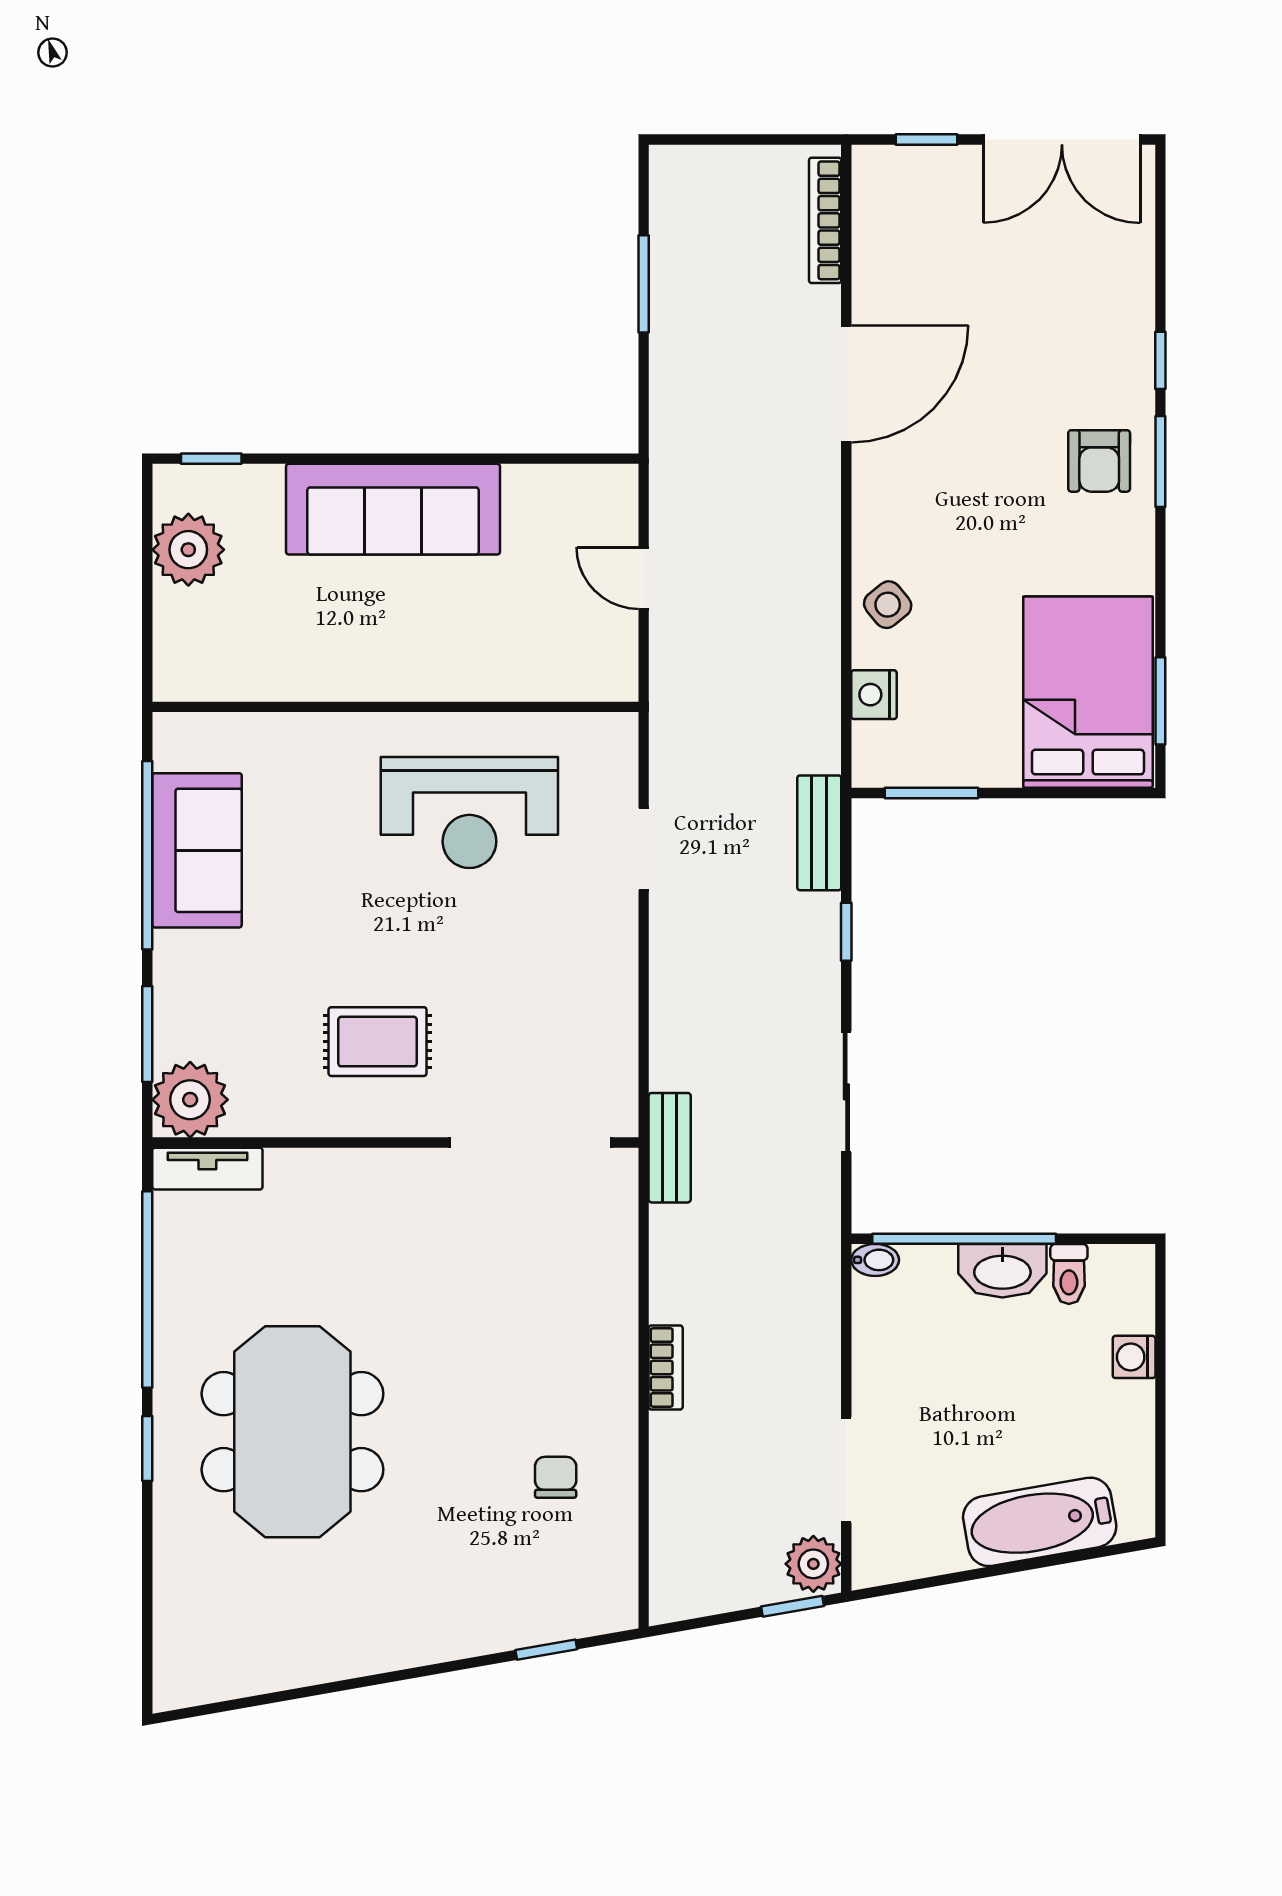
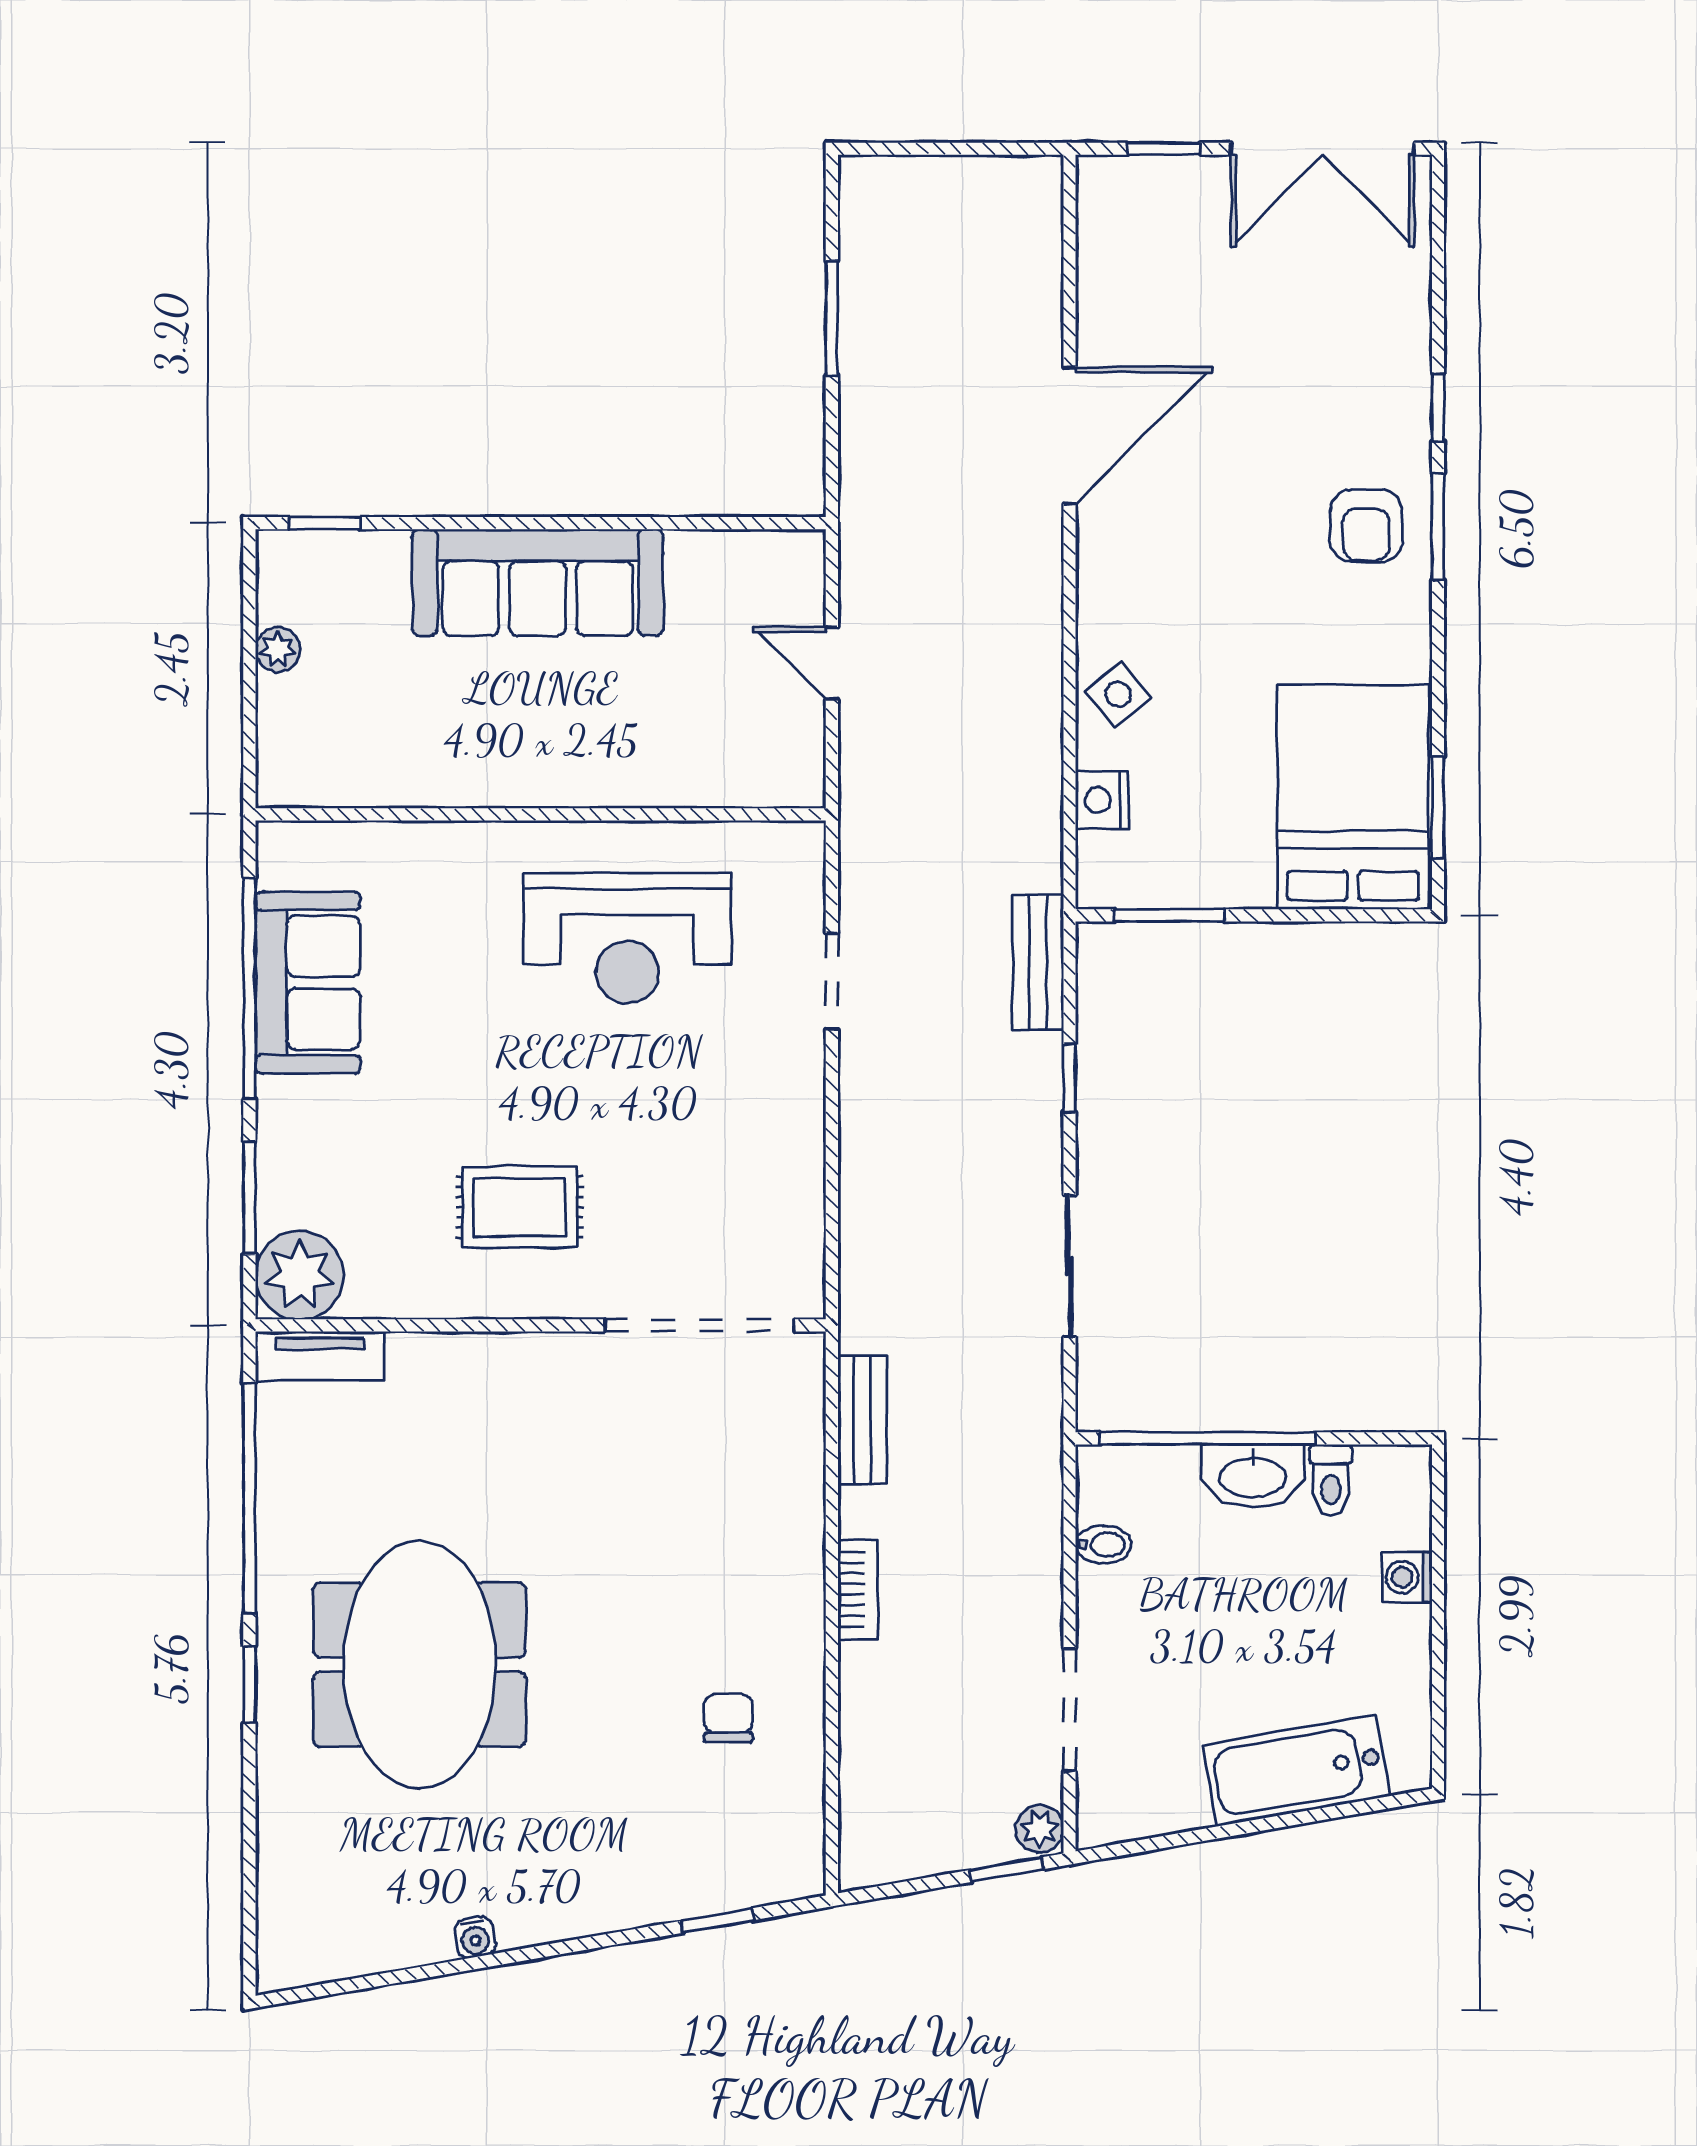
bookcase: (825, 220) -> (1045, 244), removed
plant: (188, 550) -> (278, 650), width x0.53, depth x0.53
bench: (670, 1148) -> (862, 1420), moved
bidet: (875, 1260) -> (1103, 1545), moved
plant: (813, 1564) -> (1040, 1829), width x0.73, depth x0.73
water cooler: (340, 1664) -> (475, 1938), added

